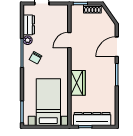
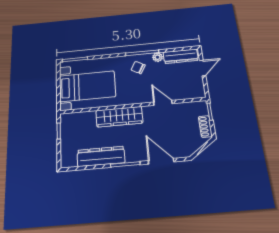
dresser: (29, 25) -> (181, 56), width x1.44
wardrobe: (78, 83) -> (119, 117), width x1.50
dresser: (92, 119) -> (101, 156), moved, turned -90

